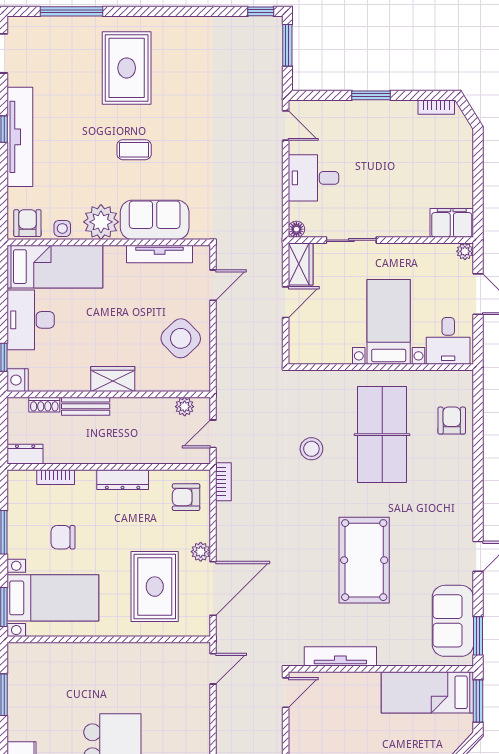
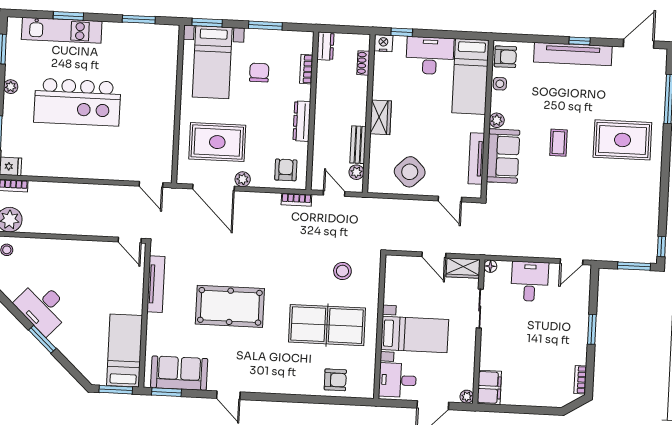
plant: (101, 222) -> (497, 120), width x0.53, depth x0.53
bench: (86, 406) -> (358, 145), moved
stool: (311, 449) -> (342, 271), moved

